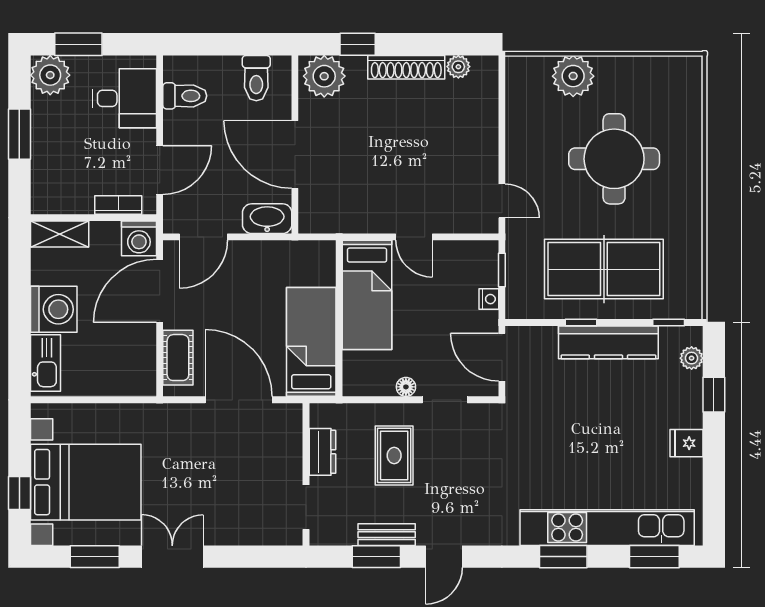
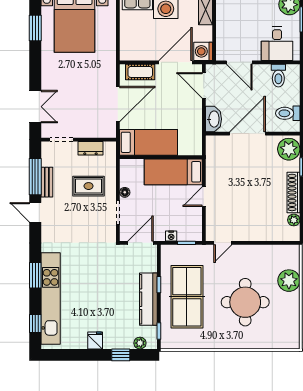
bookcase: (118, 205) -> (221, 40), removed
door: (160, 291) -> (175, 62), hinge flipped
double door: (172, 557) -> (35, 107), moved
window: (376, 557) -> (35, 177), width x1.44
window: (654, 557) -> (35, 323), width x0.67

